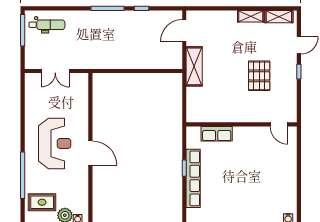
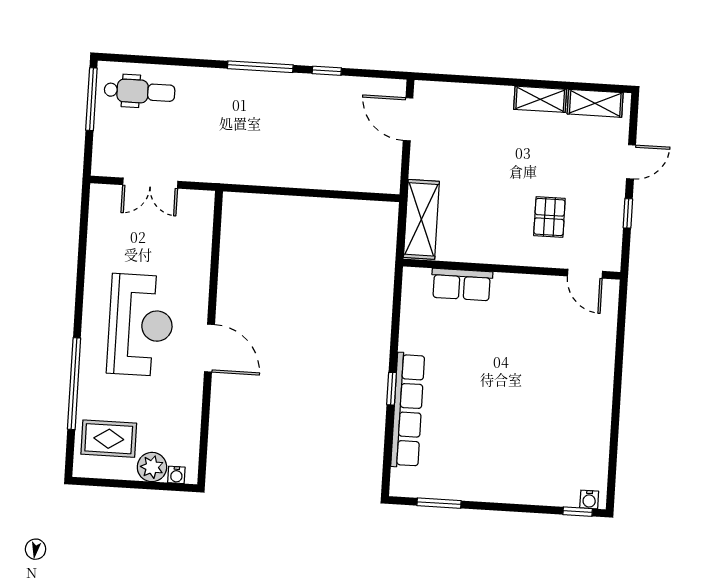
door: (184, 31) -> (408, 119), hinge flipped
shelving: (194, 66) -> (421, 219), moved
pallet: (259, 76) -> (549, 217), width x0.67, depth x0.71
wall: (242, 124) -> (512, 269), moved
door: (279, 124) -> (585, 274), moved
row of seats: (217, 134) -> (462, 285), moved

